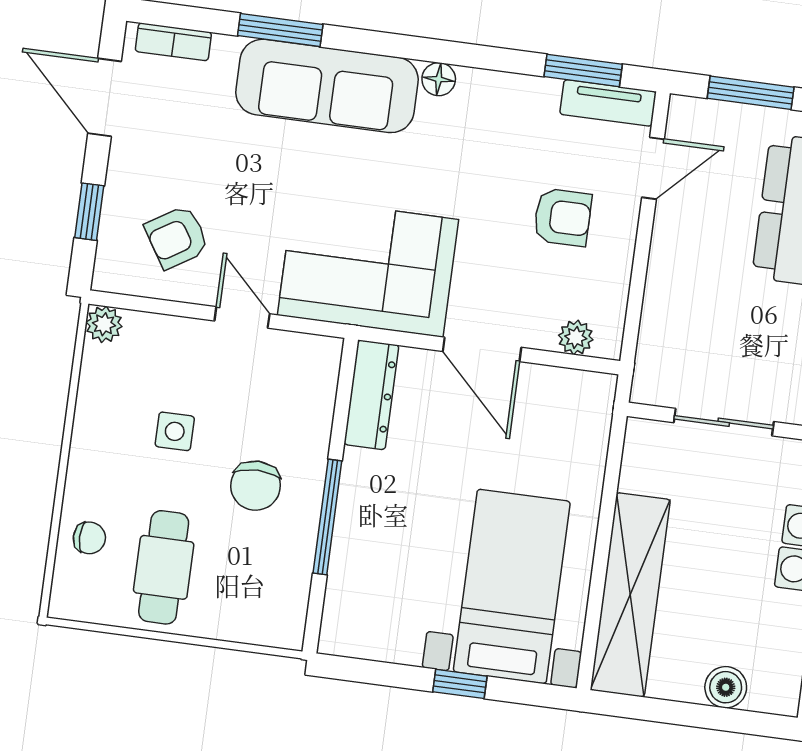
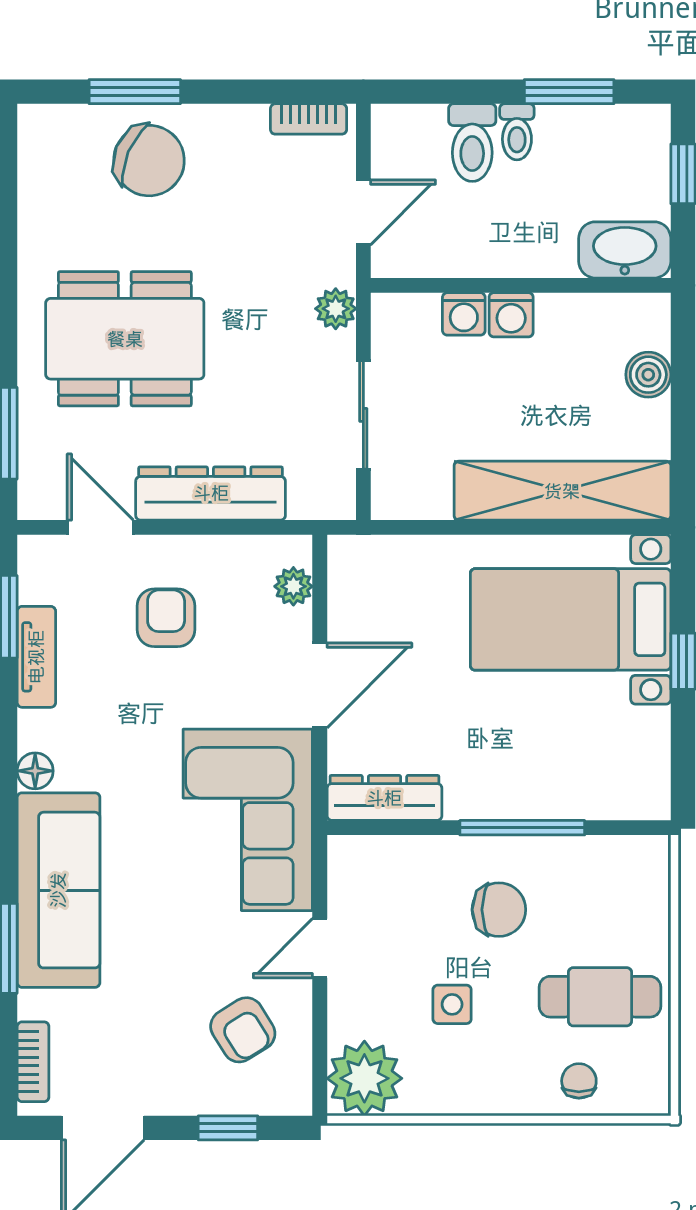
tv unit: (608, 103) -> (36, 657), moved
dresser: (671, 273) -> (211, 493), added
plant: (104, 324) -> (364, 1078), width x1.87, depth x1.87

